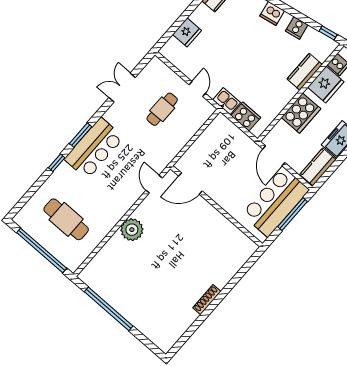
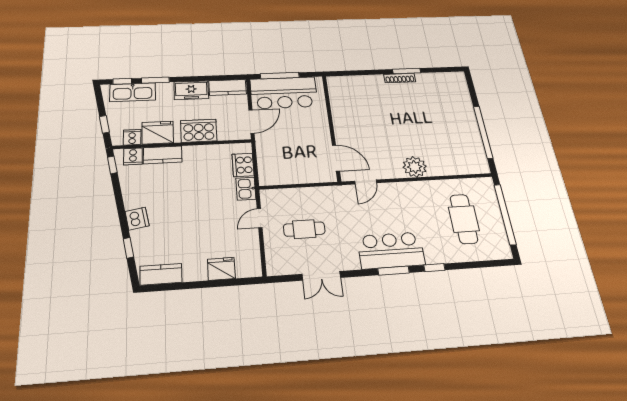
cooker: (297, 28) -> (133, 156), moved, turned 101
window: (207, 312) -> (407, 71), added

